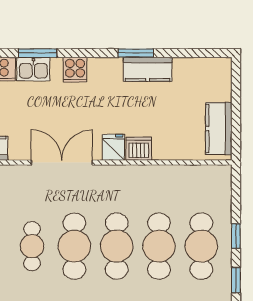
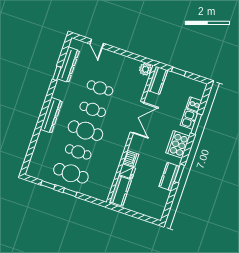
cooker: (75, 70) -> (178, 144), width x1.87, depth x1.31
kitchen counter: (219, 129) -> (120, 191), moved, turned 90
fridge: (113, 147) -> (127, 171), moved
cafe table: (74, 246) -> (93, 109), width x0.73, depth x0.74
cafe table: (159, 246) -> (78, 152), width x0.73, depth x0.74

